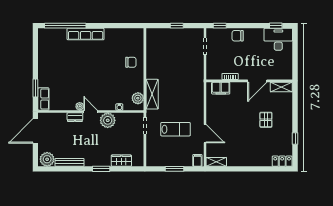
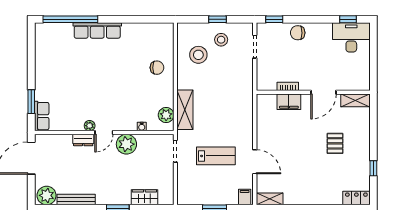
stool: (180, 41) -> (221, 40), added
stool: (162, 53) -> (198, 55), added
filing cabinet: (221, 88) -> (289, 102), moved
door: (91, 112) -> (104, 133), swing flipped

